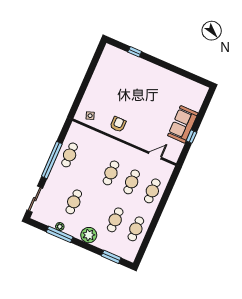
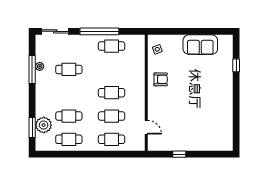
sofa: (183, 124) -> (200, 45), moved, turned 180
plant: (89, 235) -> (44, 125), moved

